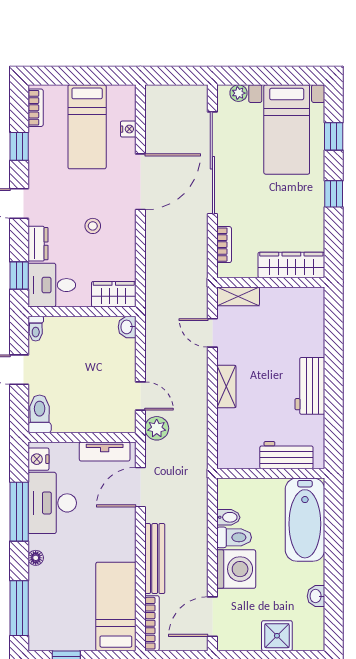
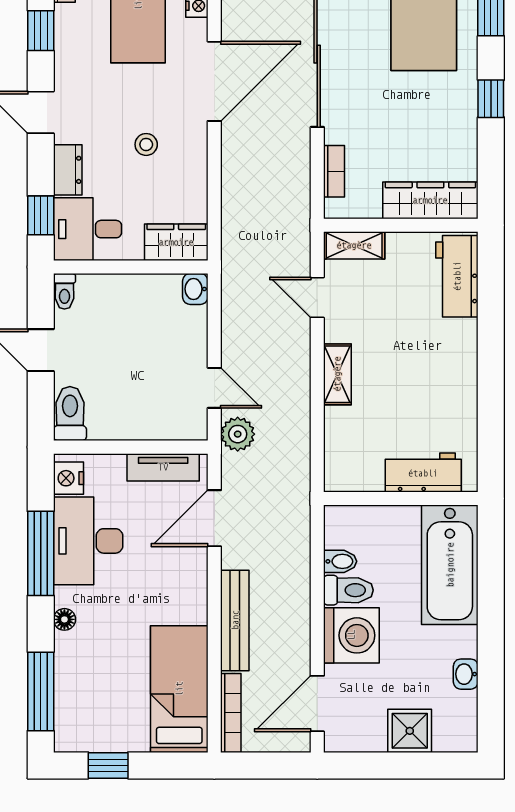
workbench: (310, 386) -> (457, 276), moved

